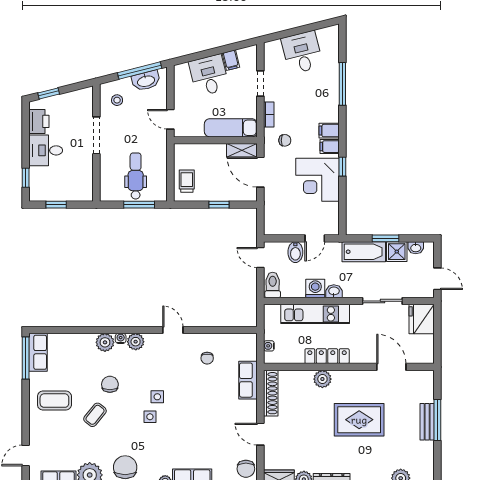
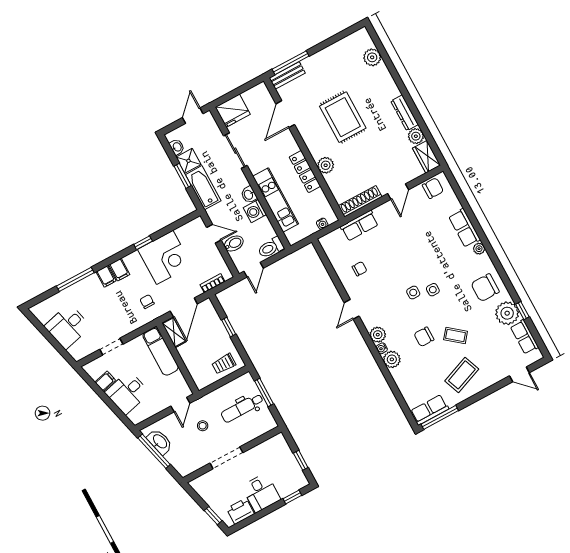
stool: (117, 100) -> (203, 426), moved
bookcase: (269, 114) -> (212, 283), moved
filing cabinet: (330, 147) -> (106, 276), moved
coffee table: (54, 401) -> (462, 375), turned 69
window: (437, 420) -> (291, 63), moved
bench: (427, 422) -> (287, 75), moved

